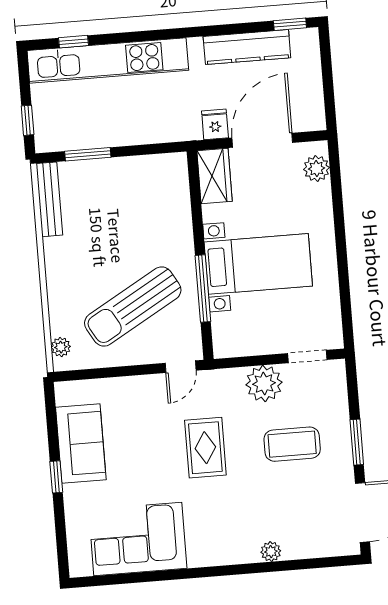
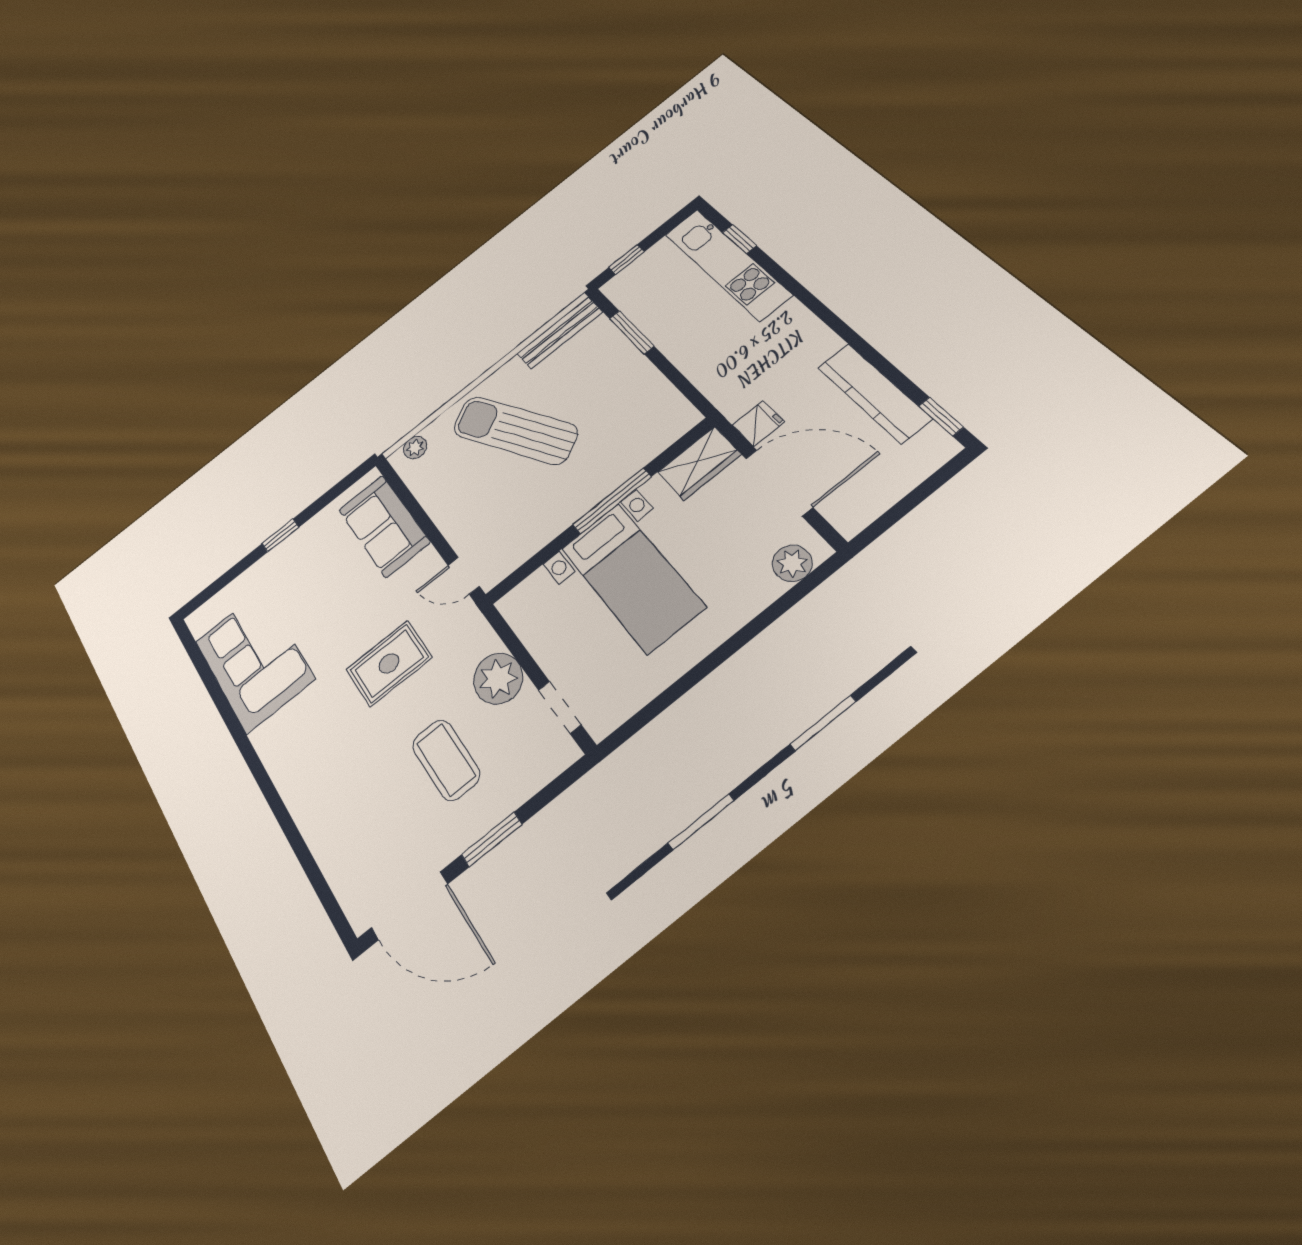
kitchen unit: (108, 60) -> (728, 264), width x0.73
window: (203, 289) -> (612, 501), moved
sun lounger: (133, 307) -> (515, 430), moved
sofa: (81, 444) -> (384, 526), moved, turned 90
plant: (271, 552) -> (309, 820), removed

